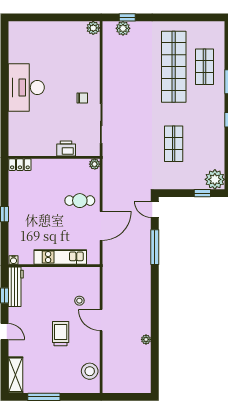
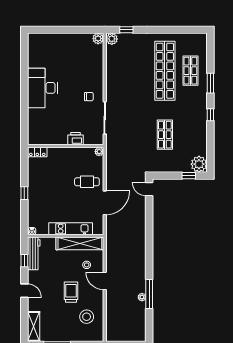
plant: (123, 28) -> (112, 39), moved
window: (155, 247) -> (149, 294), moved
shelving: (71, 275) -> (80, 243), added
stool: (90, 371) -> (87, 317), moved

